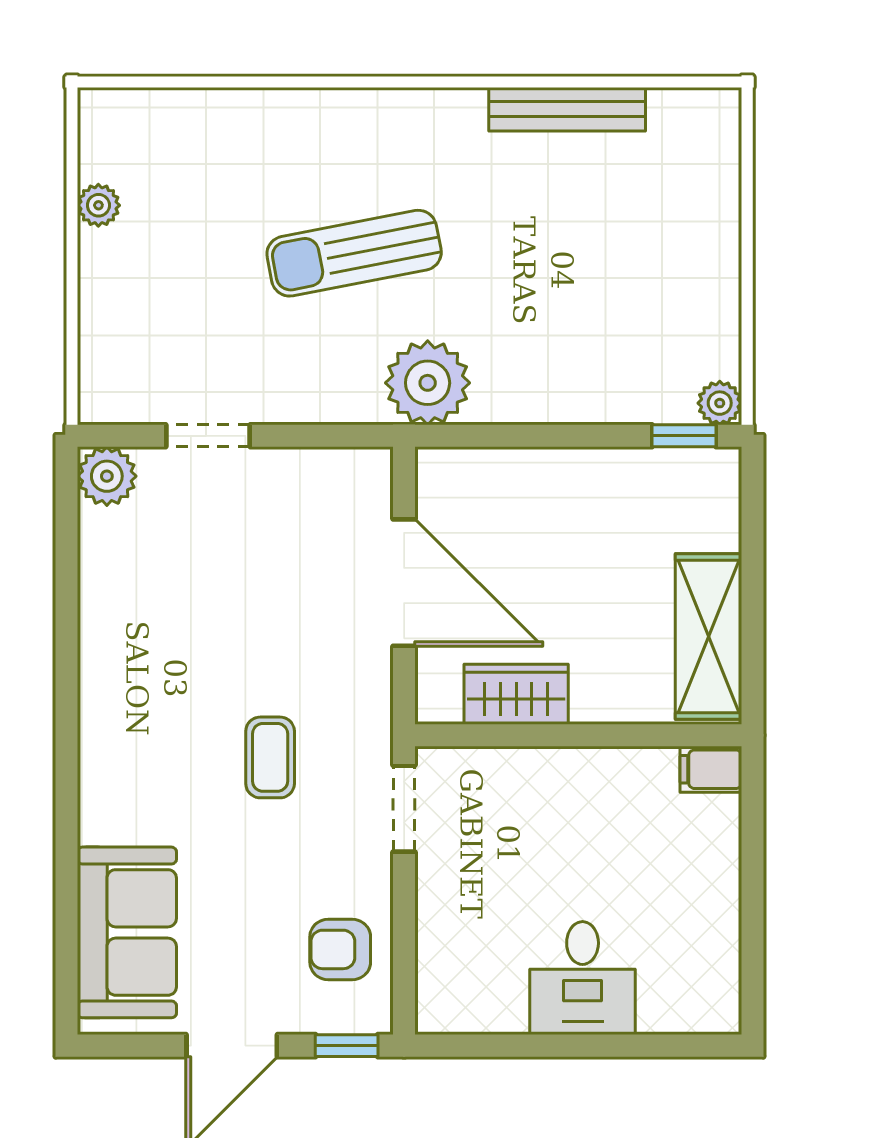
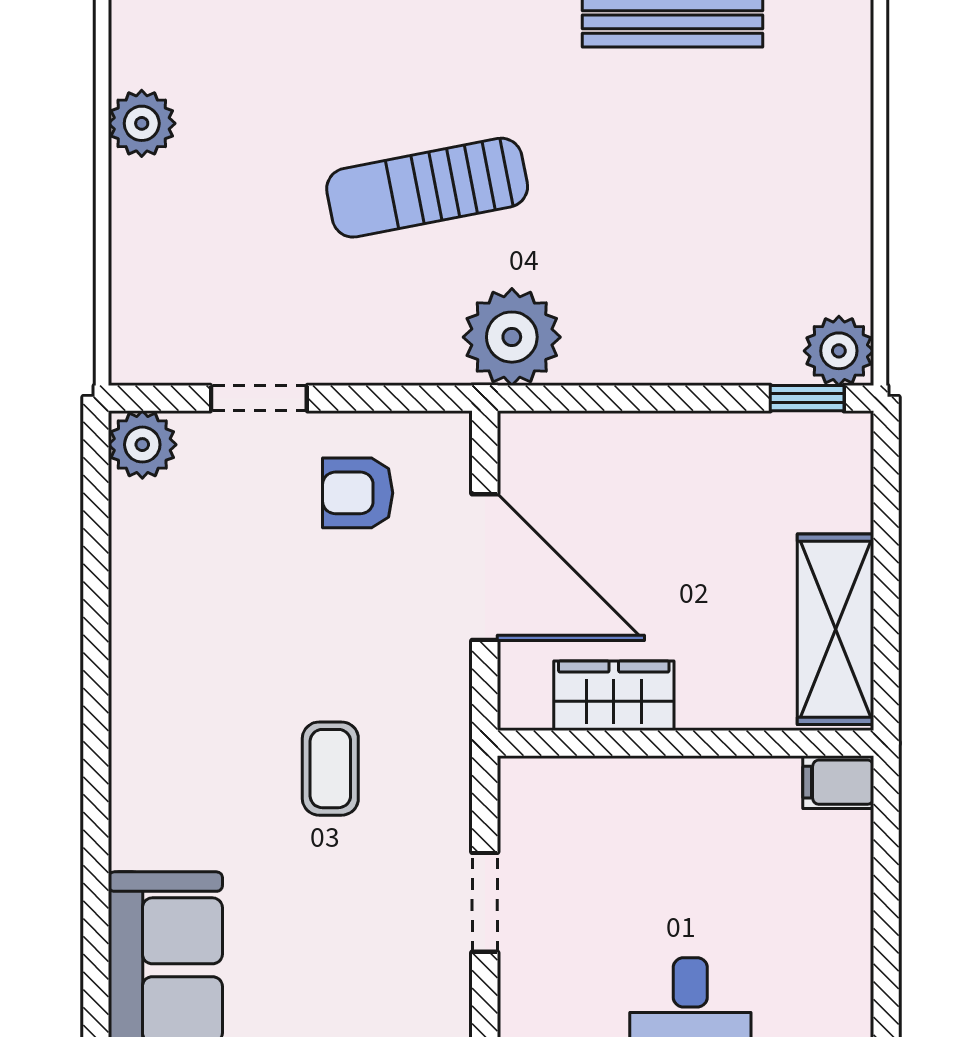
plant: (98, 205) -> (142, 123), width x1.38, depth x1.38
plant: (720, 403) -> (839, 351), width x1.38, depth x1.38
doorway: (404, 809) -> (485, 902), moved
armchair: (340, 949) -> (358, 493), moved

